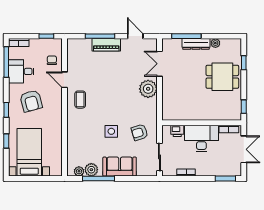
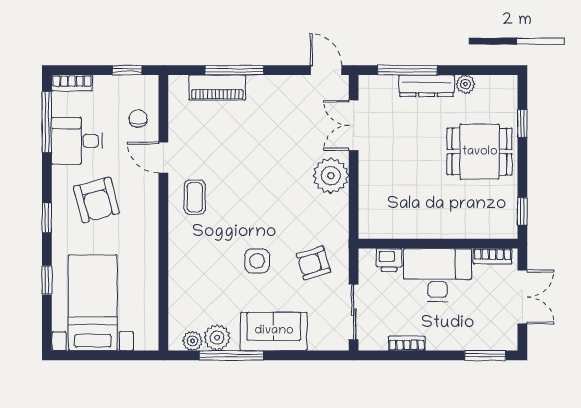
door: (135, 36) -> (326, 70), moved
piano: (106, 45) -> (217, 88), moved

